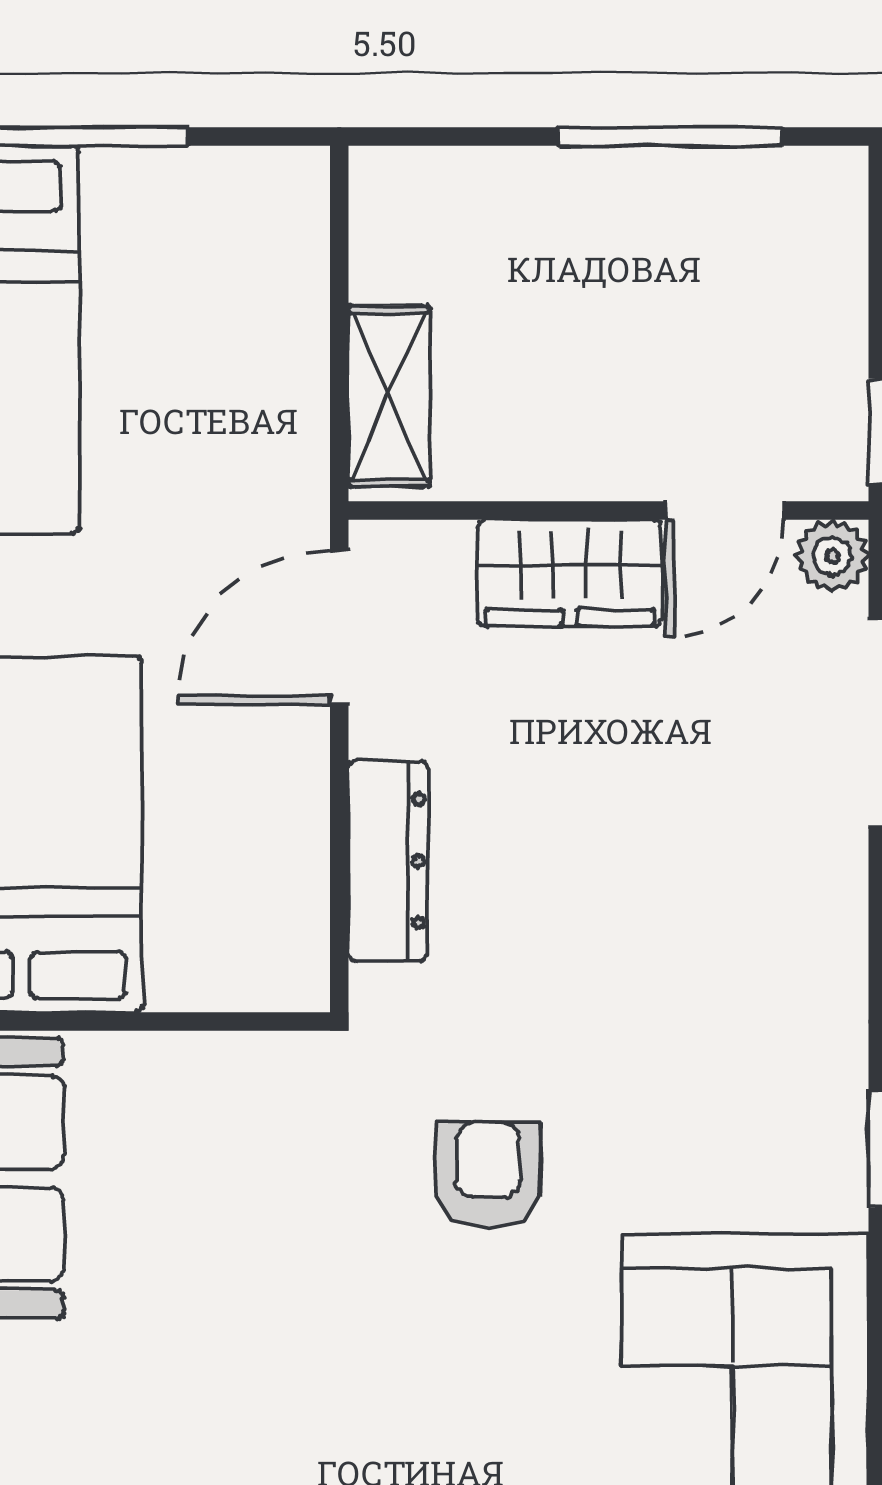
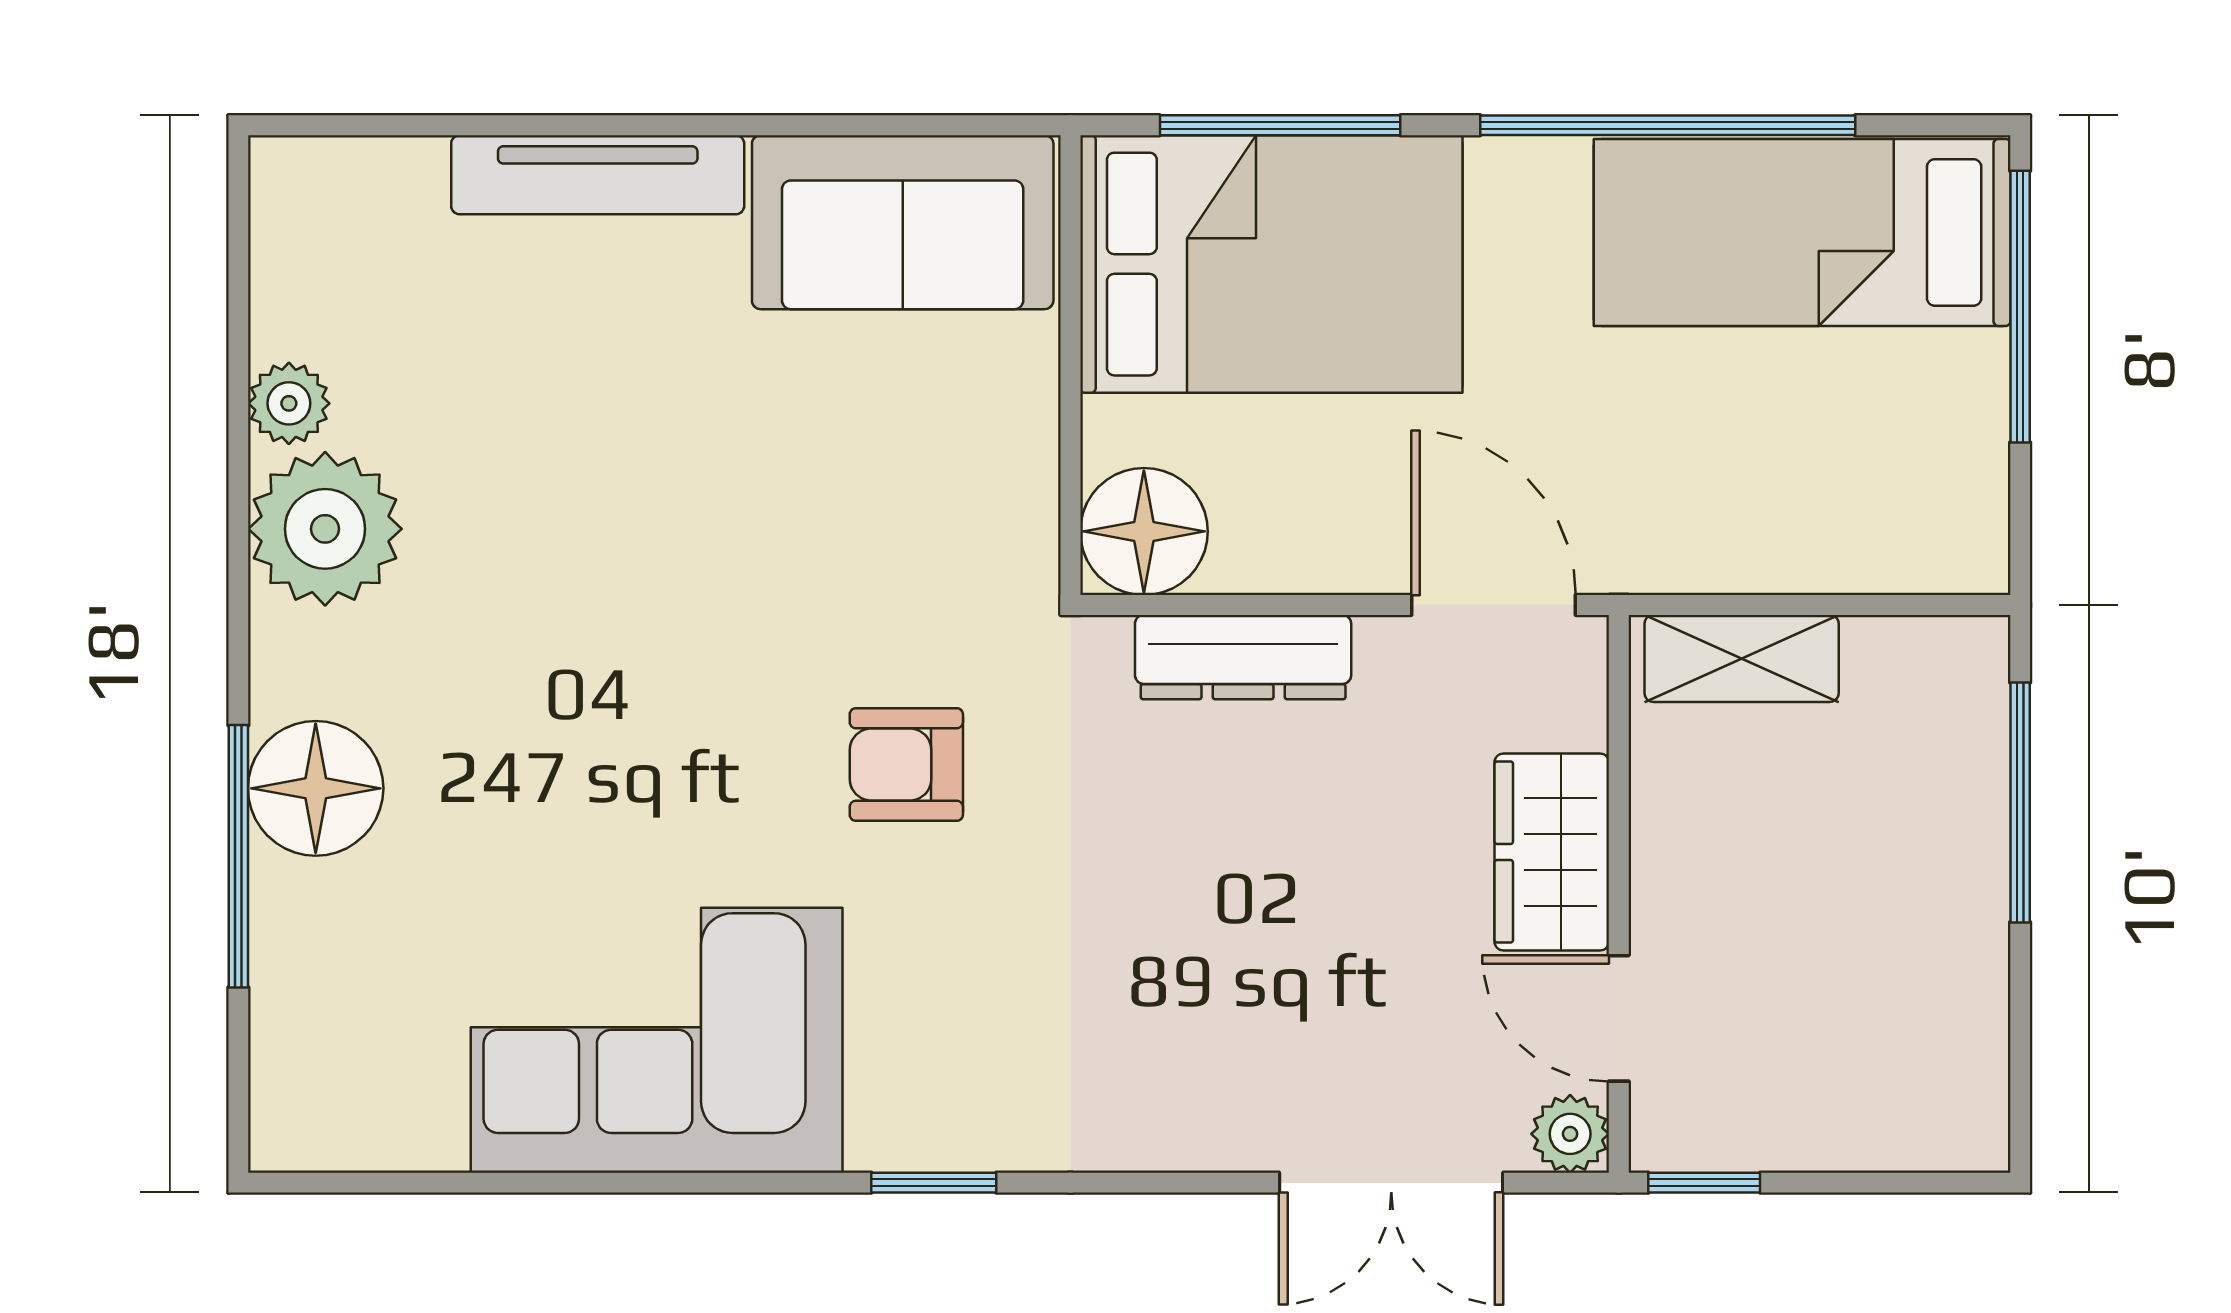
window: (671, 136) -> (2020, 802), moved
floor lamp: (271, 953) -> (1144, 531), added
armchair: (488, 1175) -> (906, 764), turned 180

